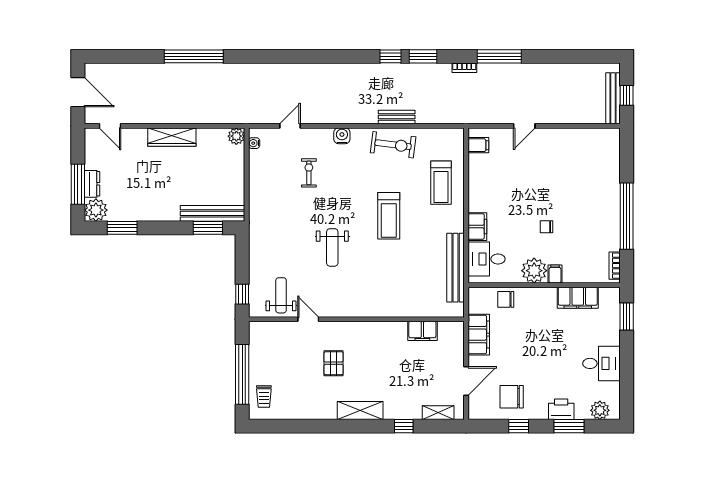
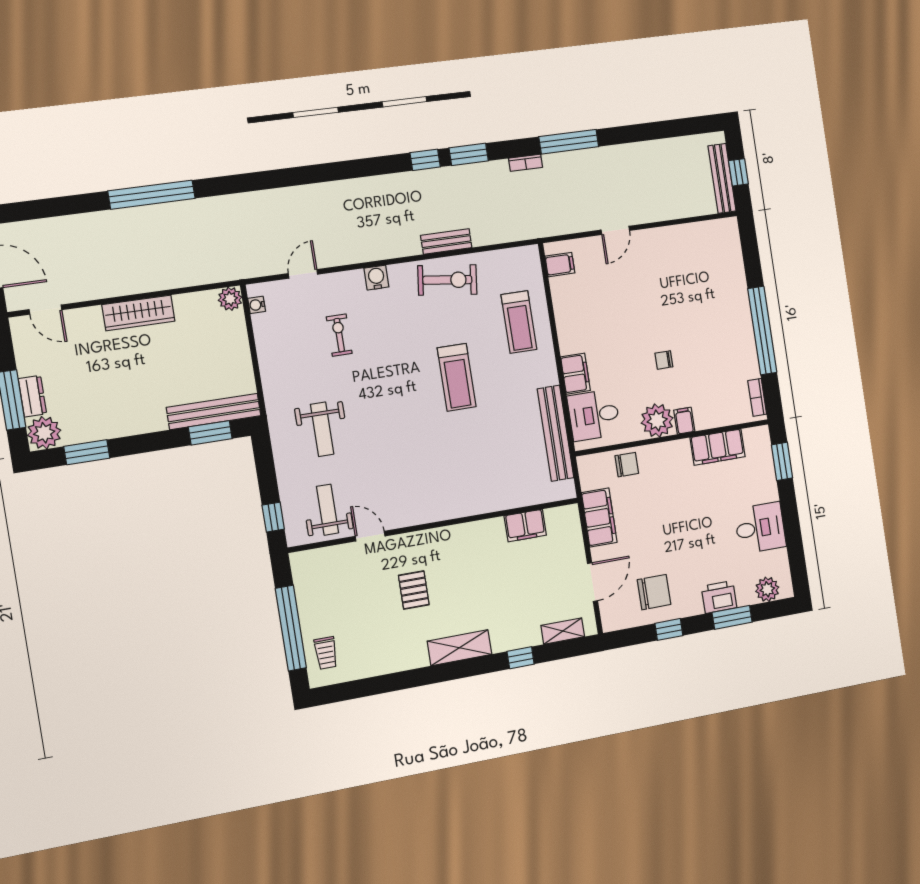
weight bench: (332, 247) -> (322, 429), moved
chair: (506, 299) -> (627, 465), turned 180
chair: (512, 397) -> (654, 592), turned 180

